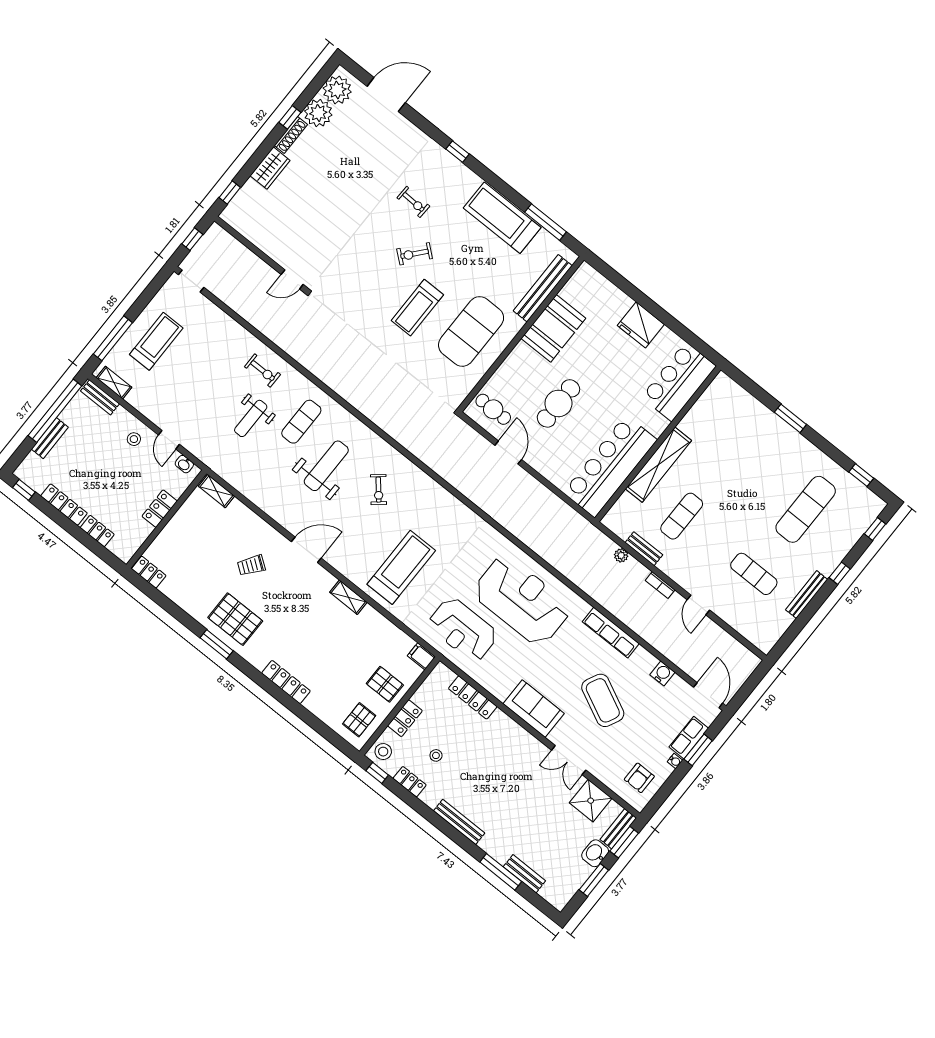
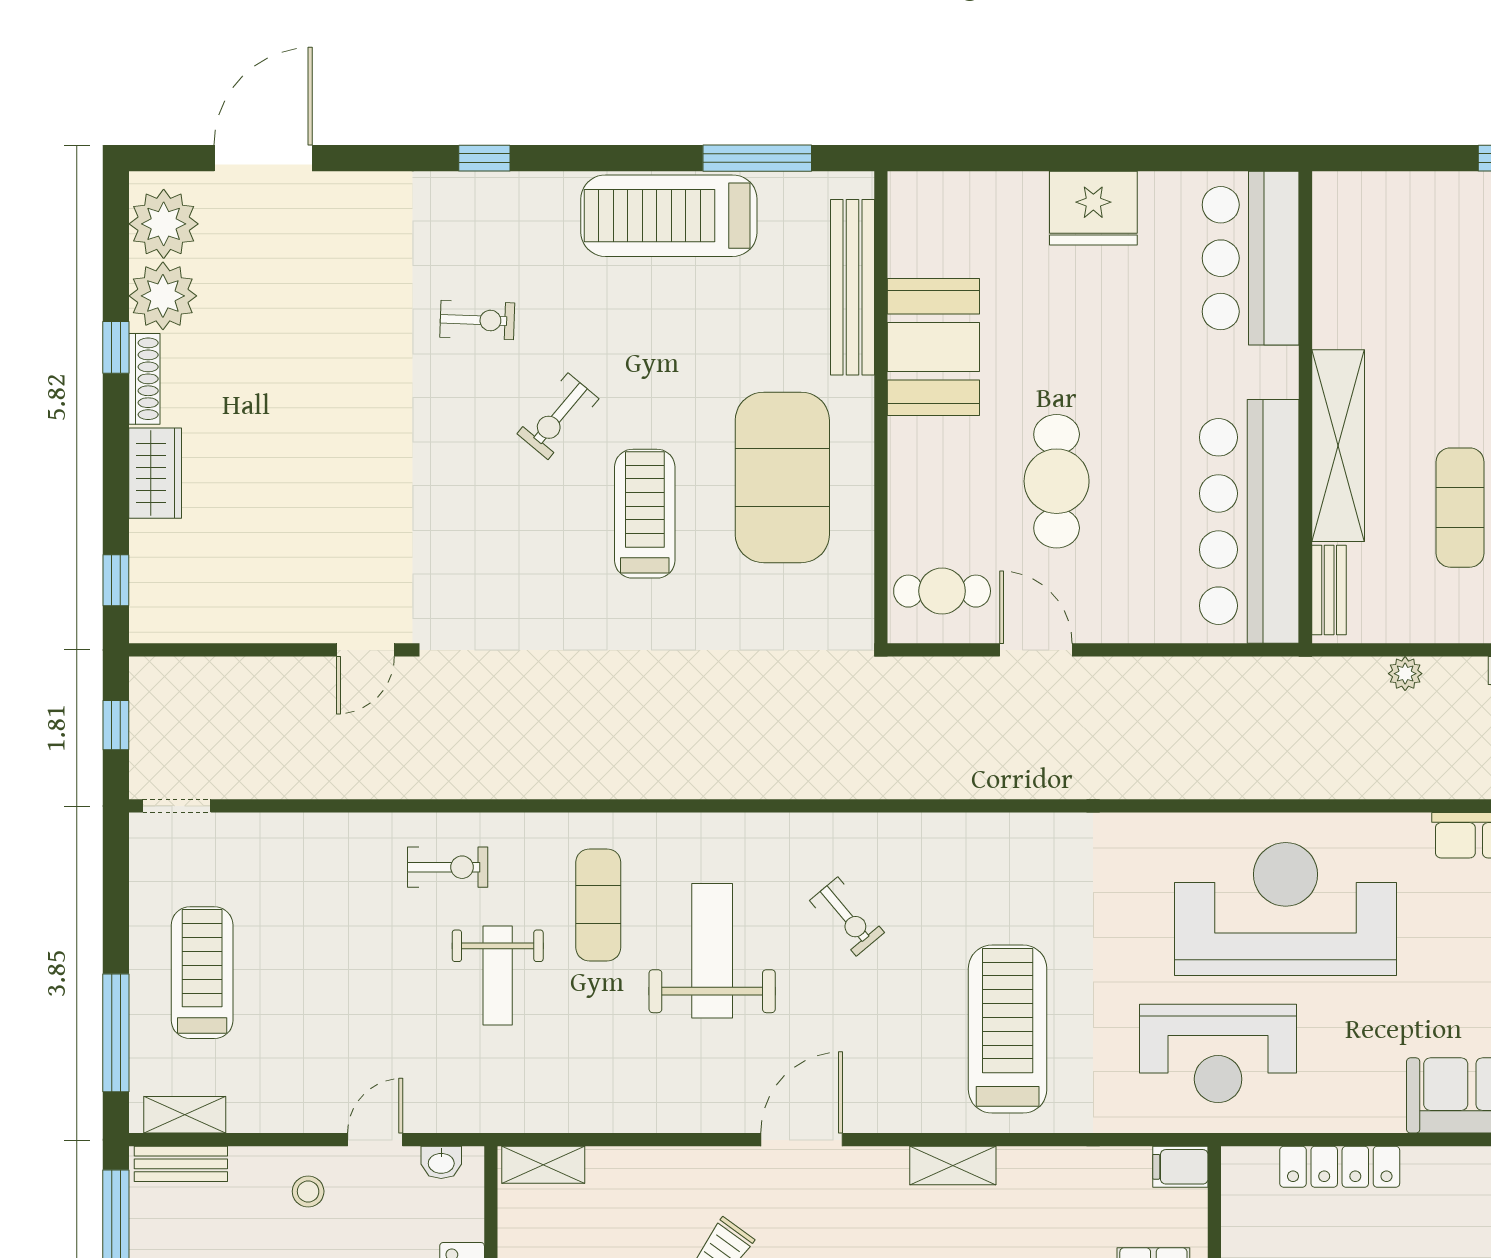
treadmill: (417, 308) -> (645, 514), turned 180
door: (169, 440) -> (375, 1140), swing flipped
bench: (644, 549) -> (1329, 590), moved, turned 90

